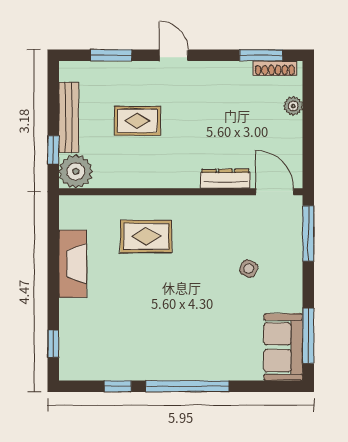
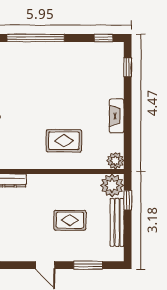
plant: (71, 207) -> (115, 161), added
fireplace: (73, 264) -> (117, 116), width x0.73, depth x0.76
window: (118, 386) -> (103, 38), moved

